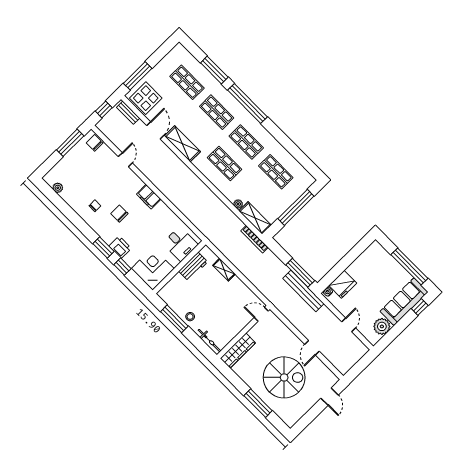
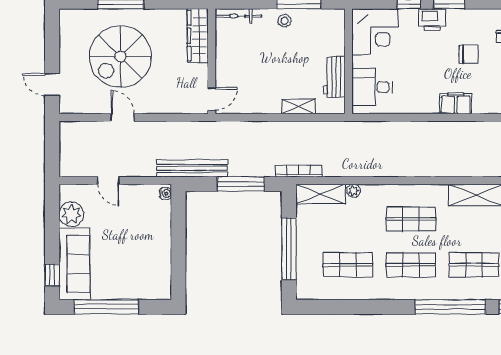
window: (300, 273) -> (241, 184), moved
fridge: (343, 284) -> (158, 217), removed

